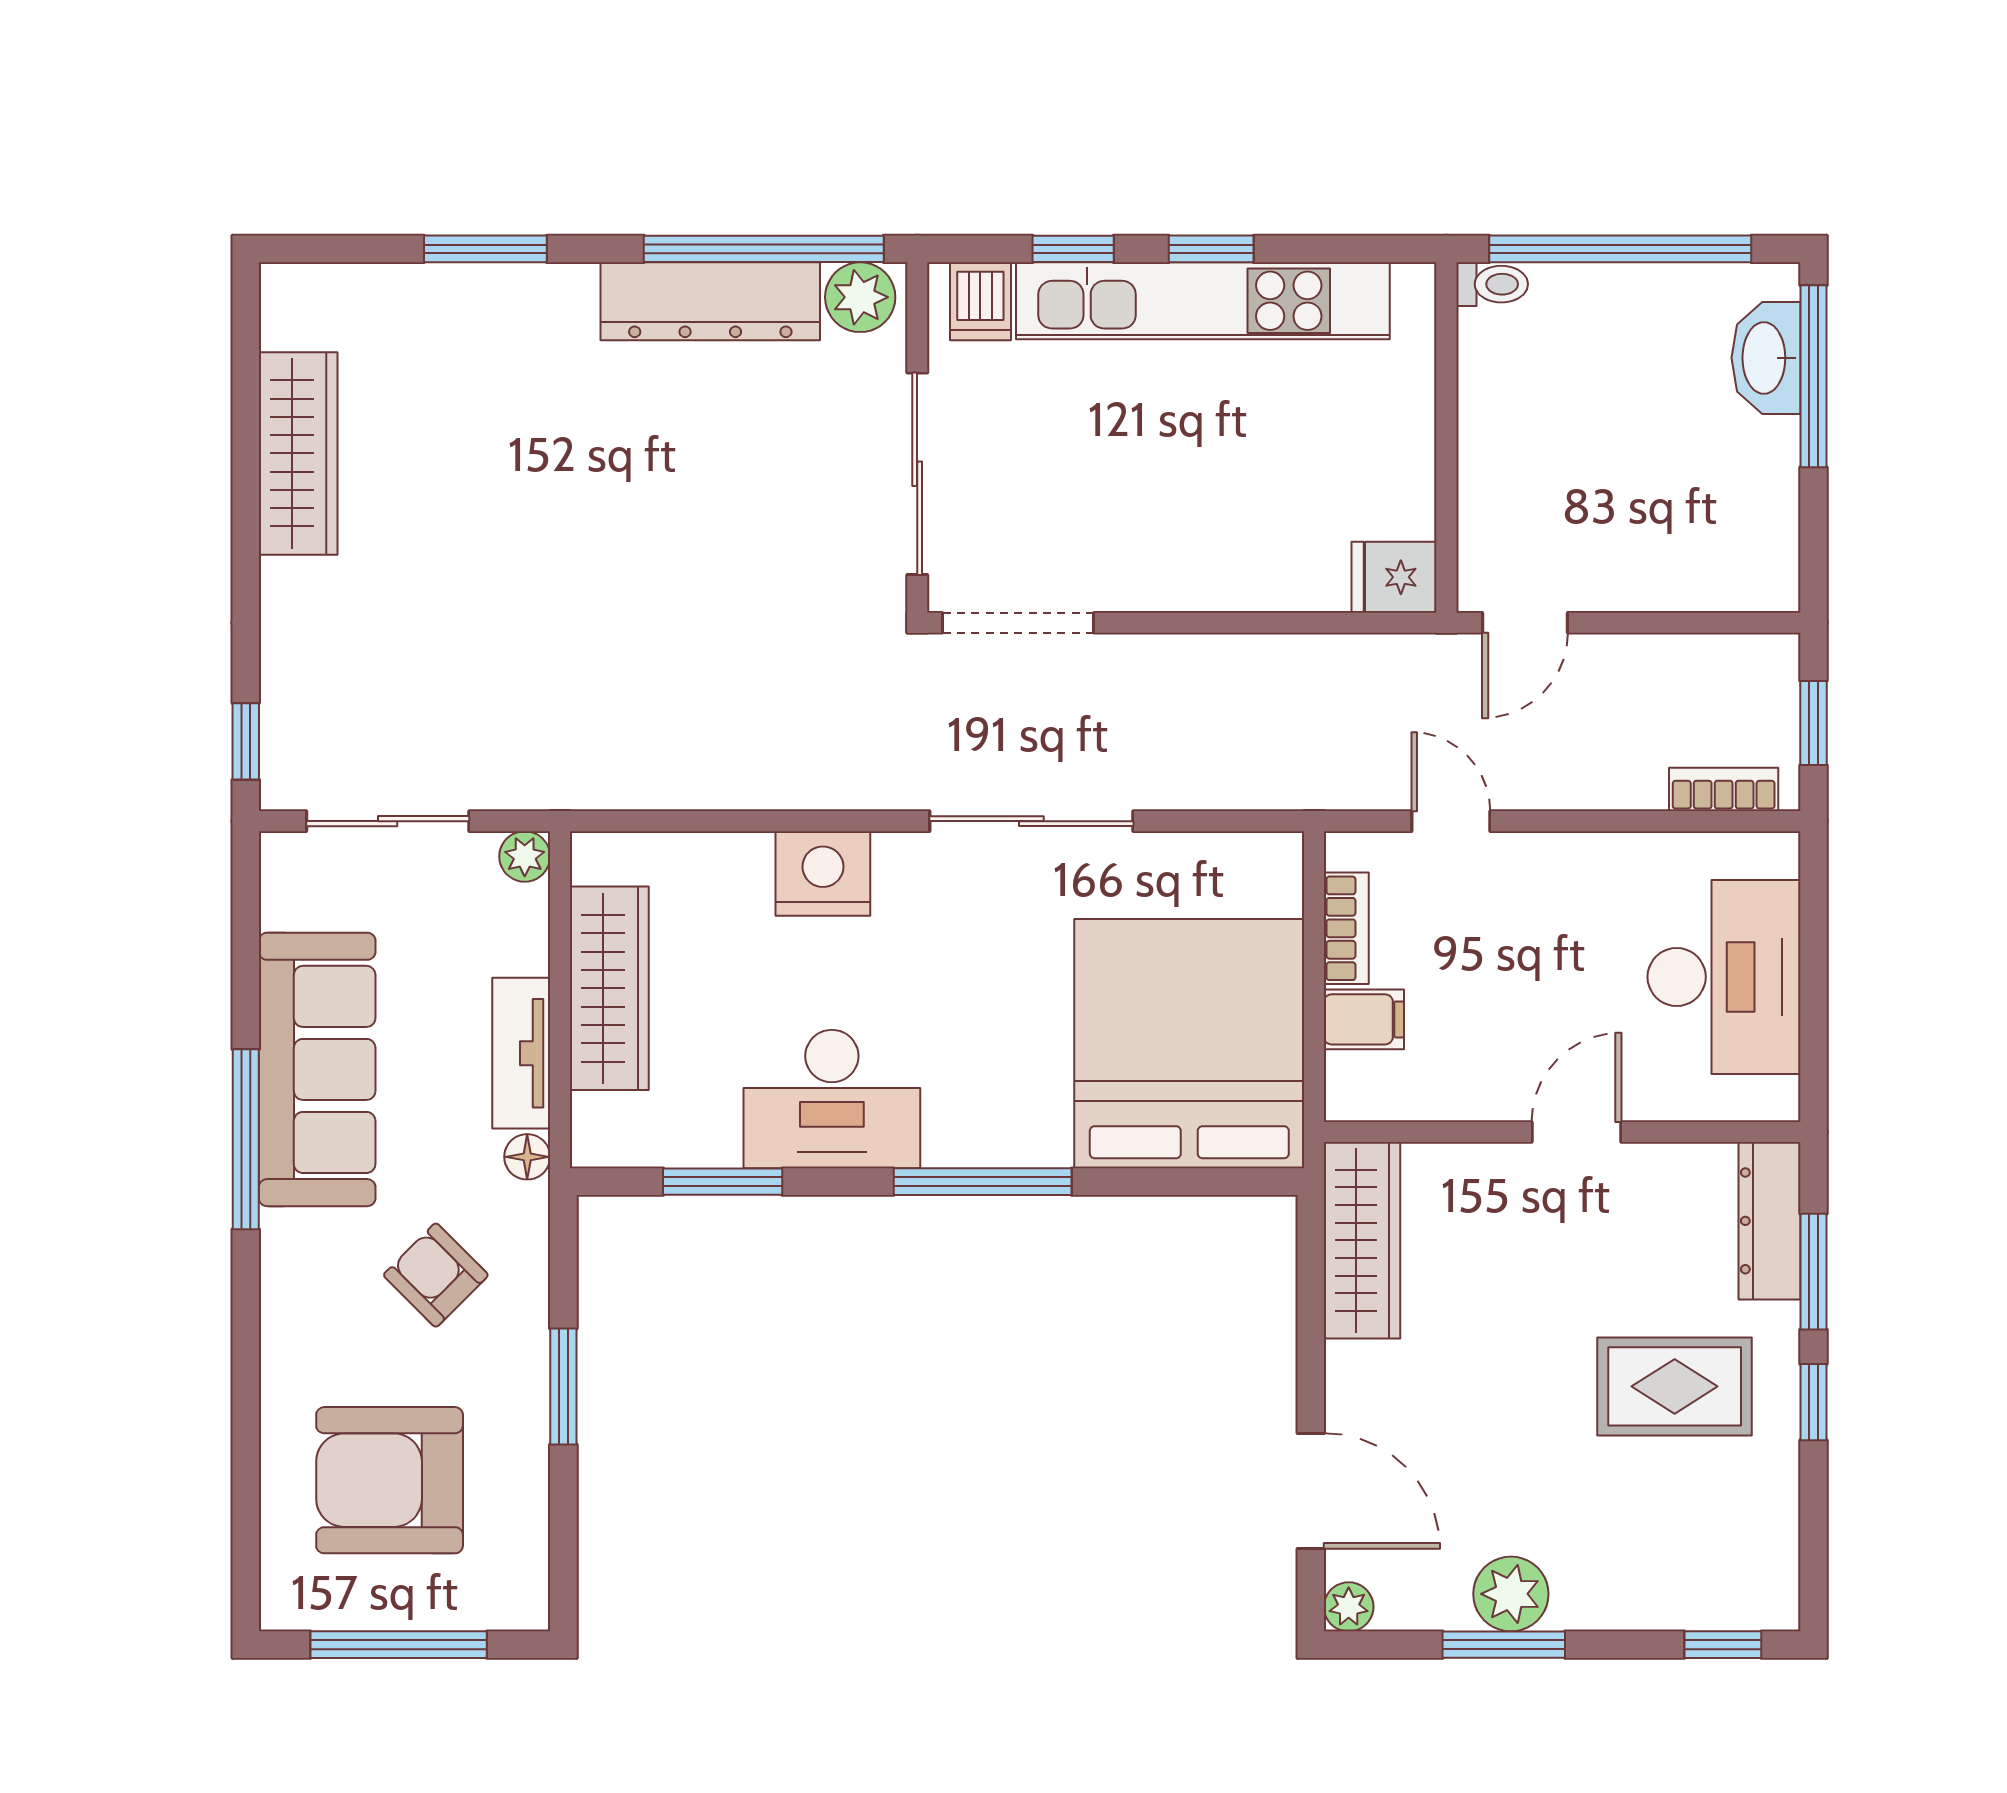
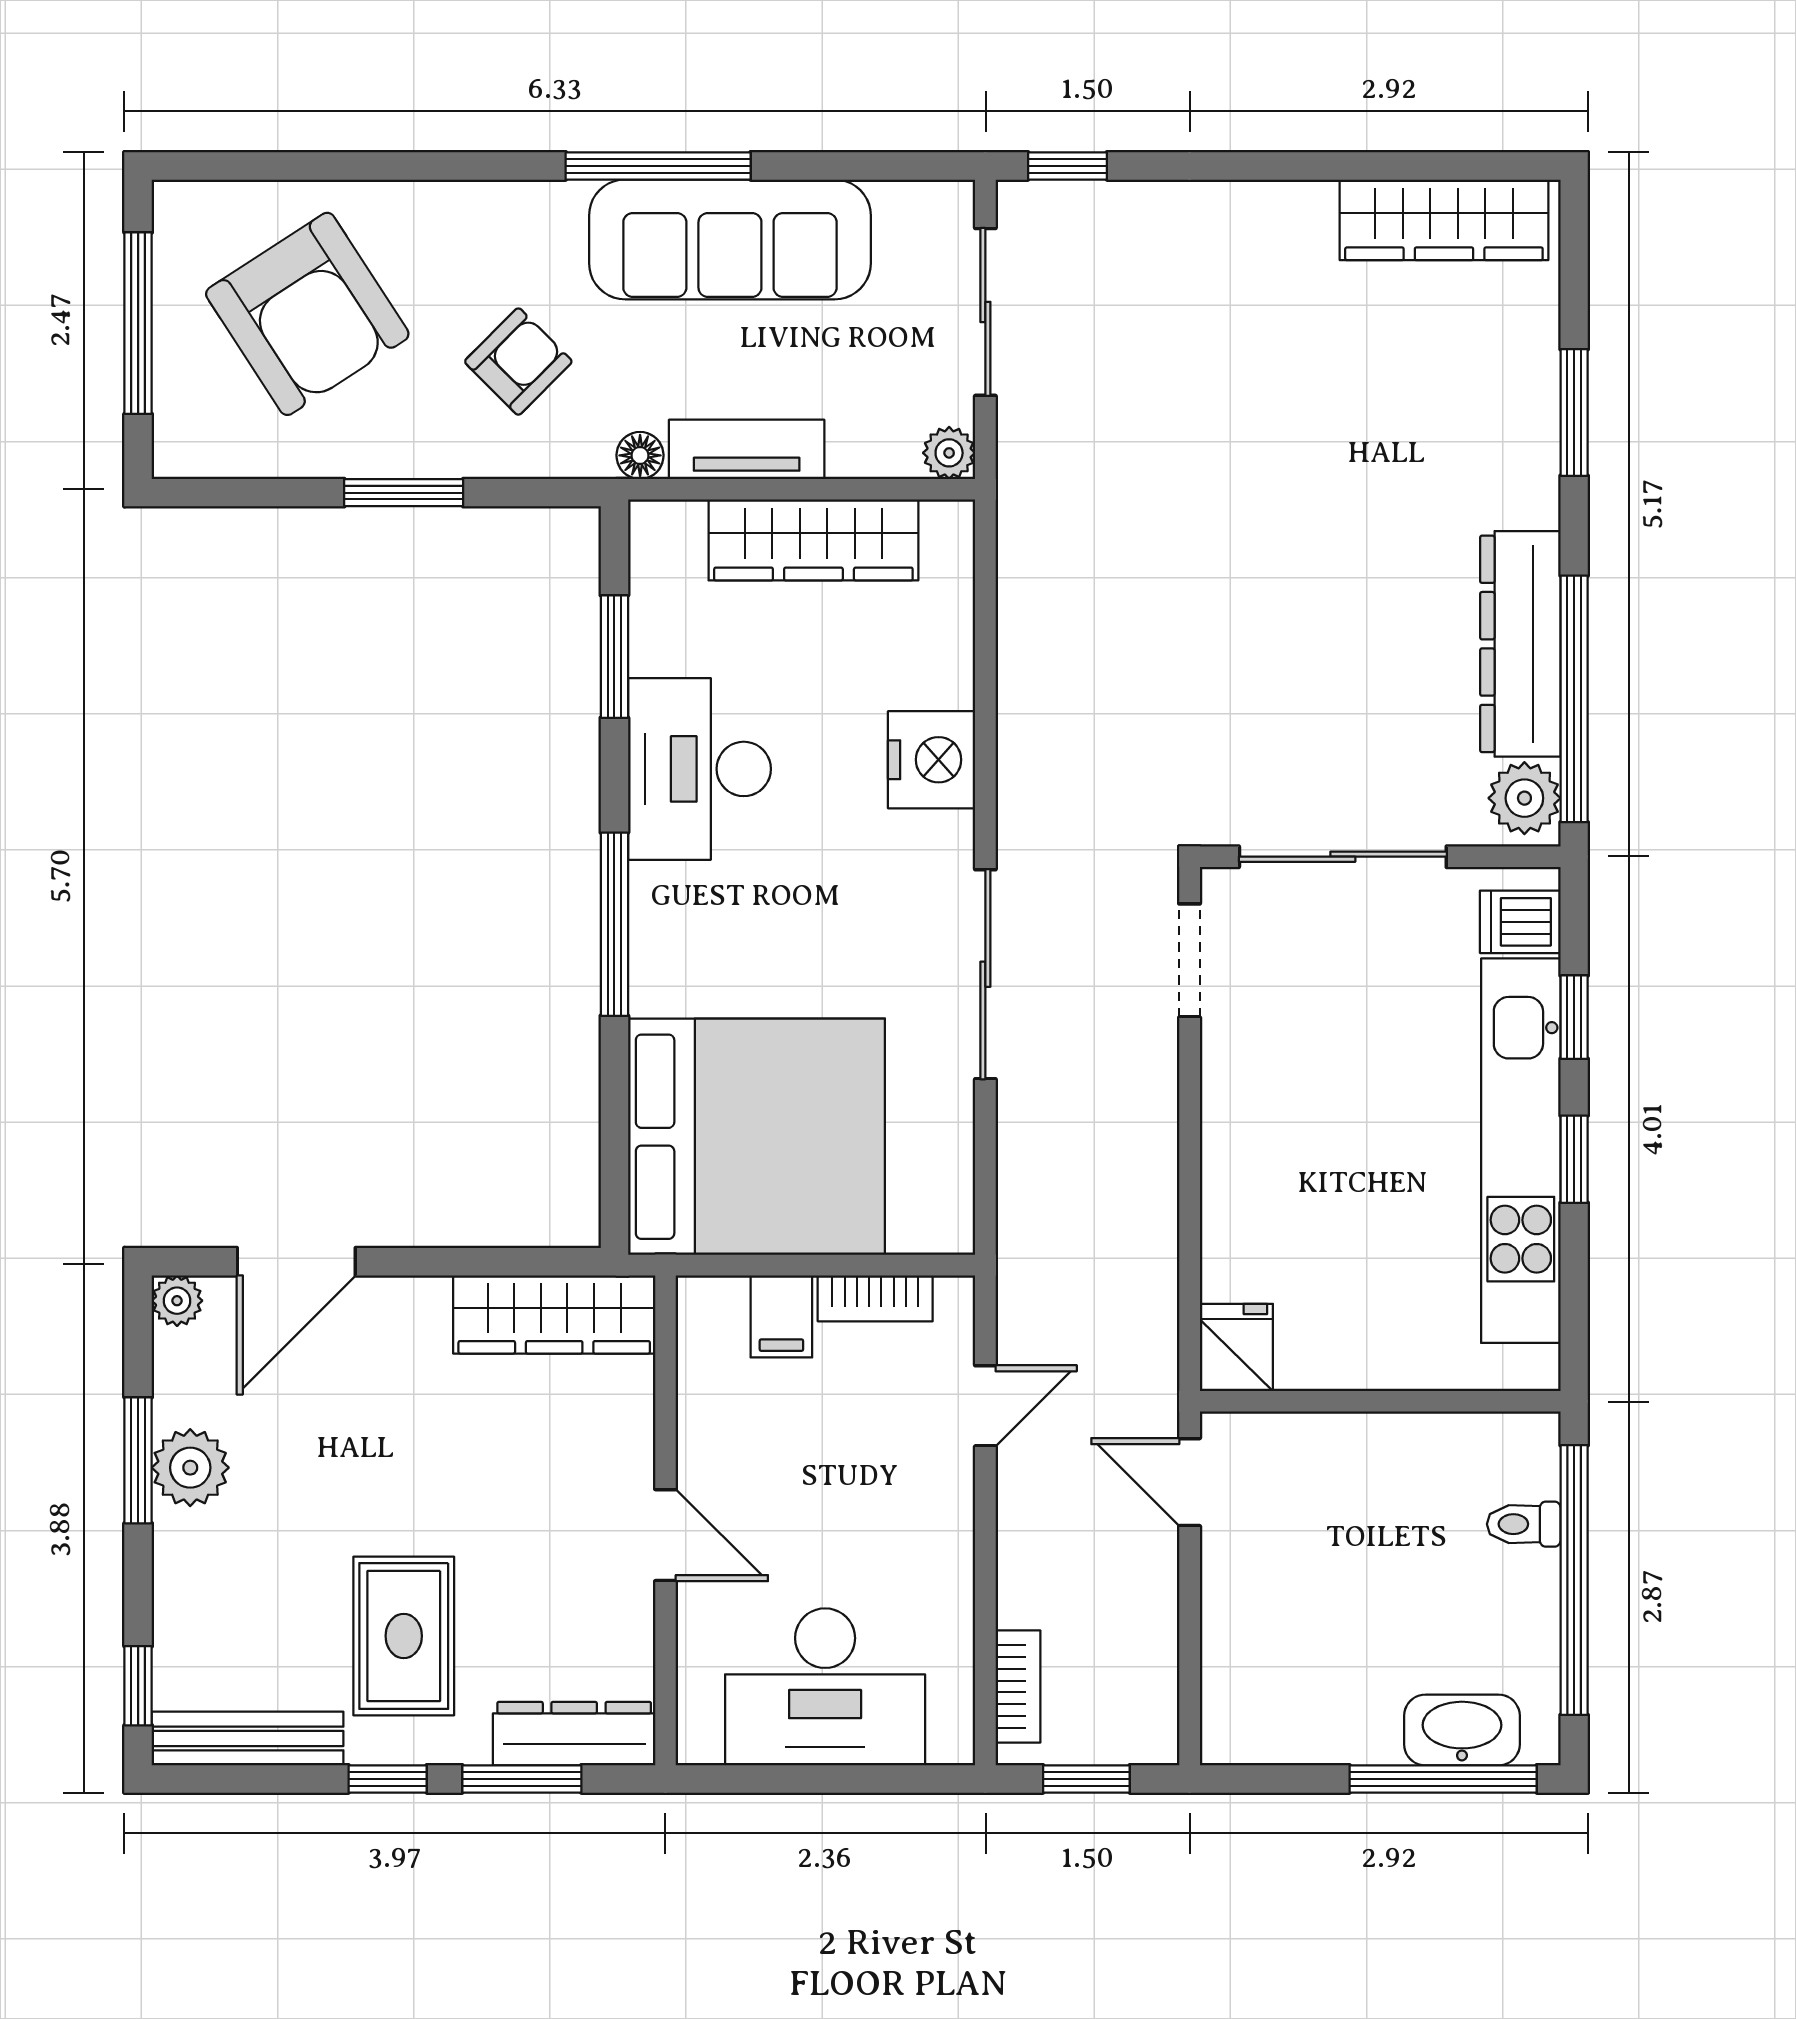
toilet: (1492, 284) -> (1524, 1524), moved, turned 90
wardrobe: (298, 453) -> (1444, 220), moved
doorway: (1018, 623) -> (1190, 960), width x0.73
armchair: (390, 1480) -> (307, 314), turned 147
bench: (1774, 1538) -> (248, 1739), added

